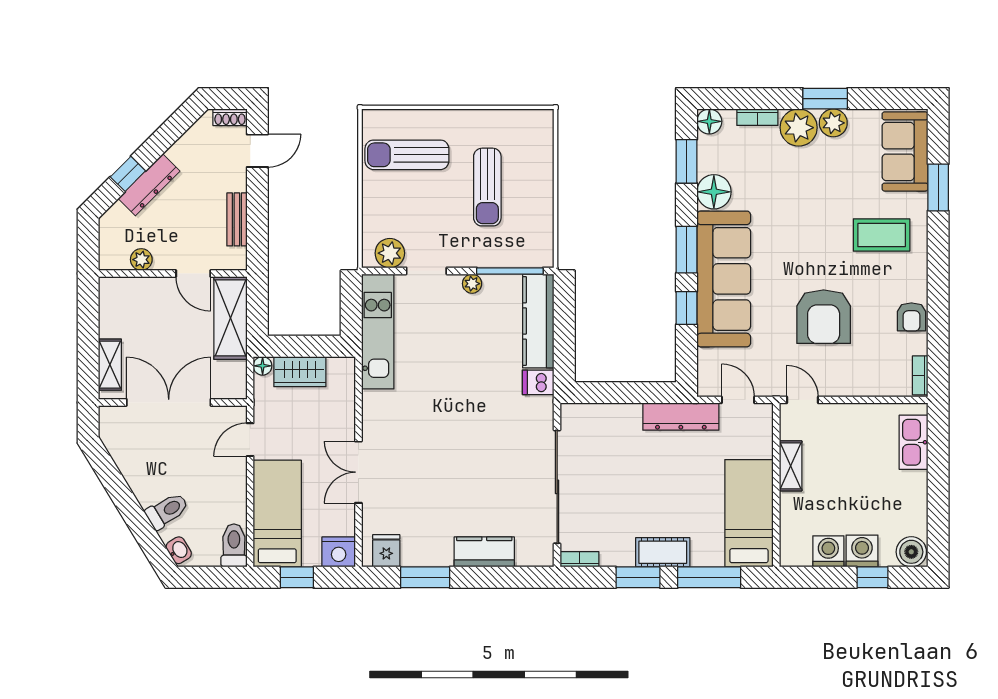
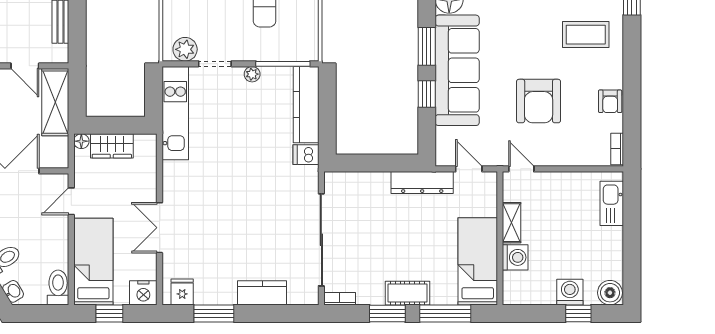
washing machine: (828, 551) -> (515, 257), moved, turned 90

